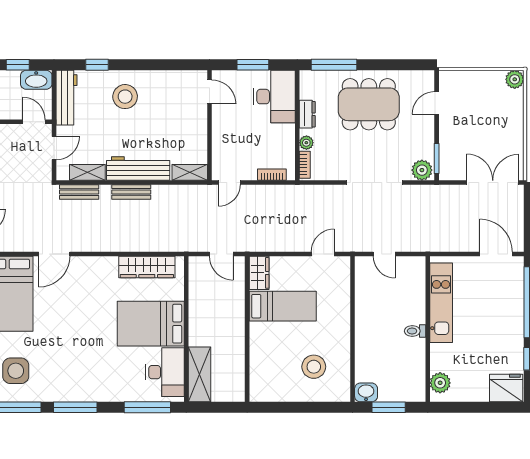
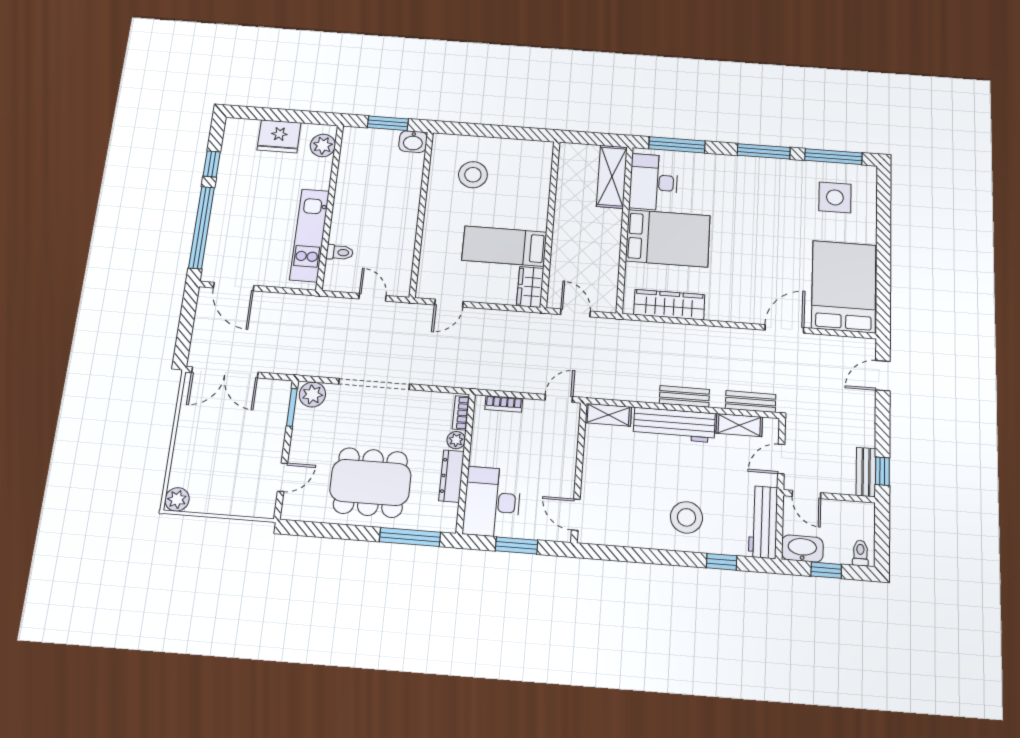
dresser: (307, 114) -> (451, 476), width x1.44
toilet: (415, 331) -> (340, 252), moved
fridge: (506, 388) -> (279, 136), moved

